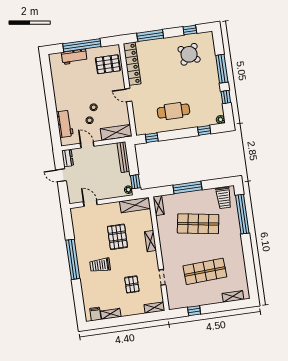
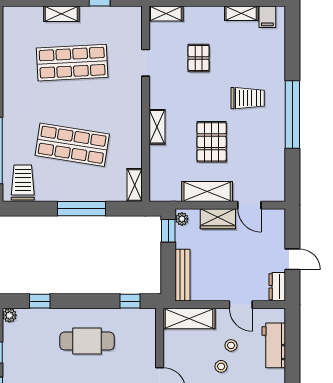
wardrobe: (107, 193) -> (218, 219), added
shelving: (135, 205) -> (207, 191), moved
shelving: (233, 296) -> (61, 14), moved

